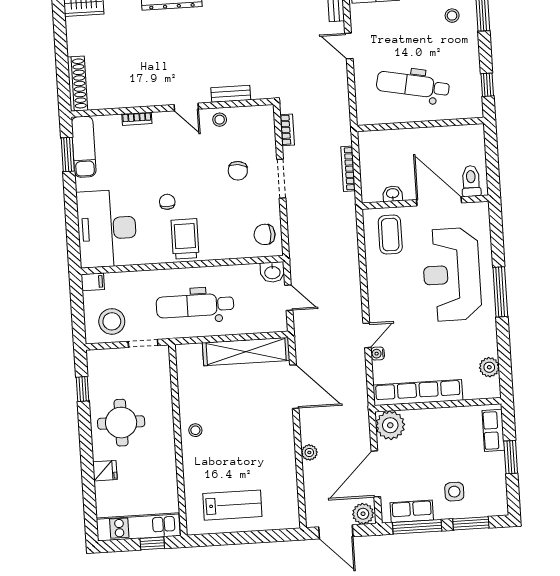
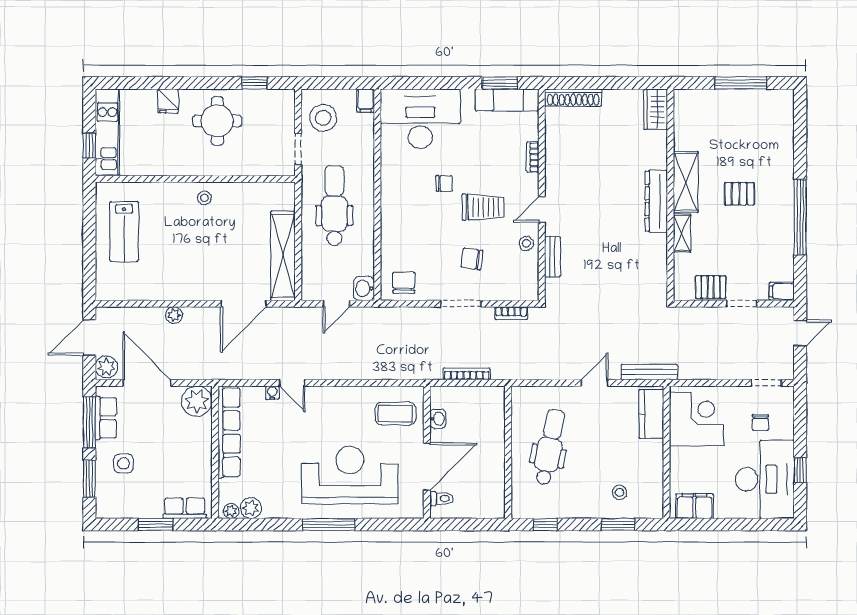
toilet: (471, 181) -> (441, 499), width x0.73, depth x0.72
trolley: (185, 239) -> (483, 207), moved
plant: (493, 386) -> (231, 511), added

